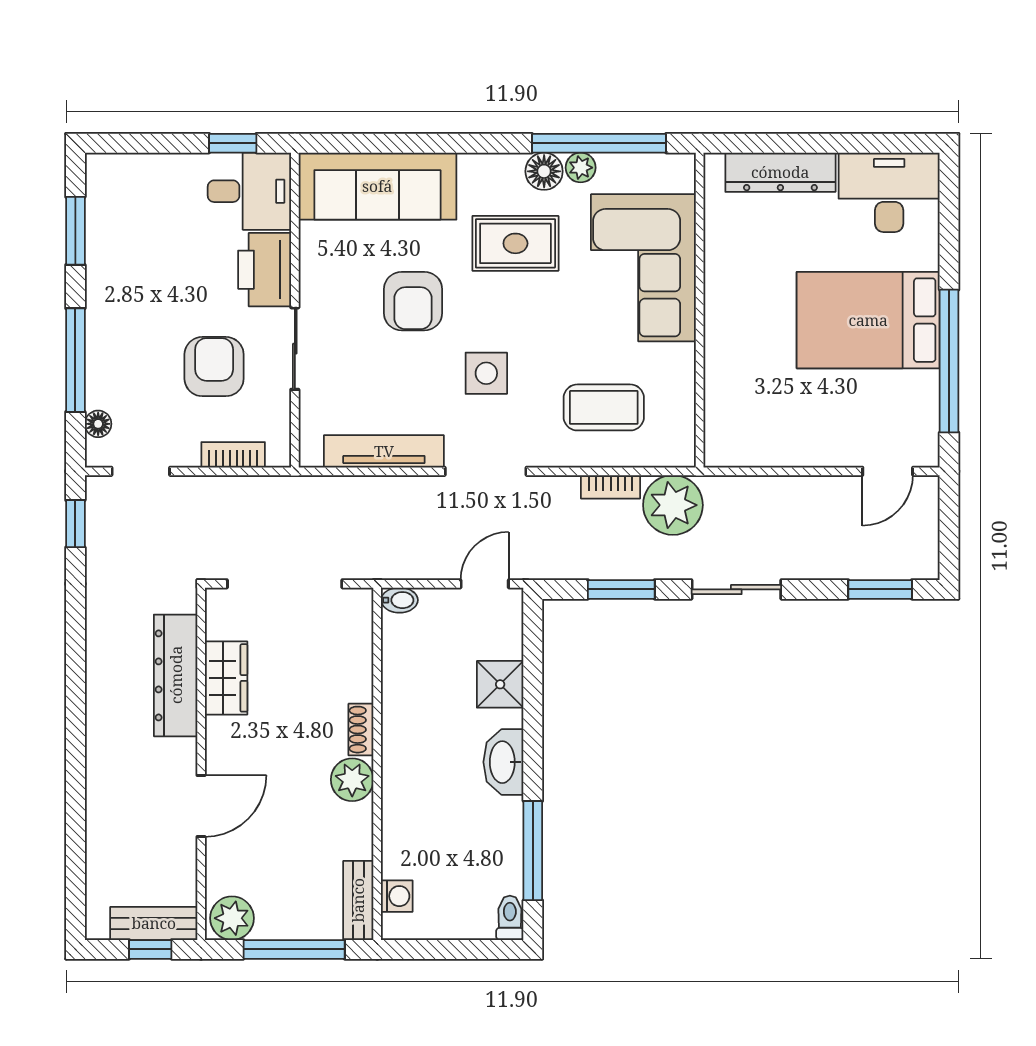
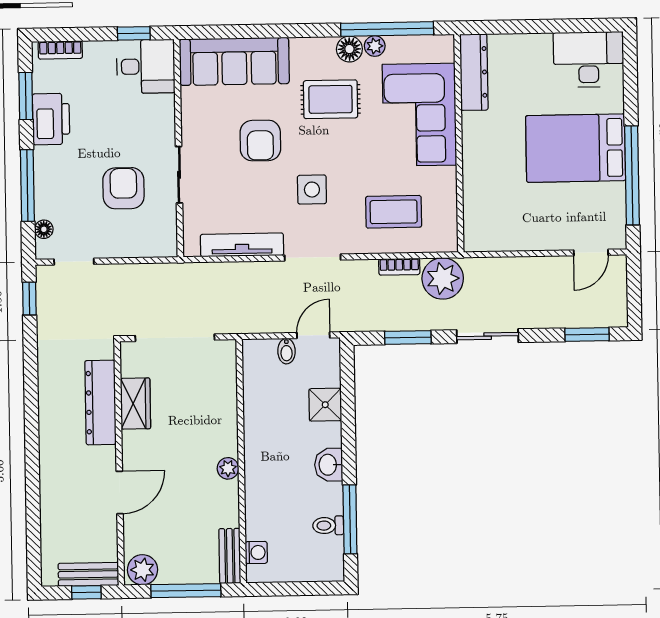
dresser: (780, 172) -> (474, 72), moved, turned -90
printer: (265, 270) -> (51, 119), moved, turned 180
bookcase: (233, 455) -> (60, 50), moved, turned 180
bidet: (399, 600) -> (286, 351), moved, turned 90
shoe rack: (361, 730) -> (229, 438), removed
washbasin: (503, 762) -> (329, 465), width x0.72
plant: (352, 780) -> (228, 468), width x0.73, depth x0.73
toilet: (510, 918) -> (328, 525), moved, turned -90

